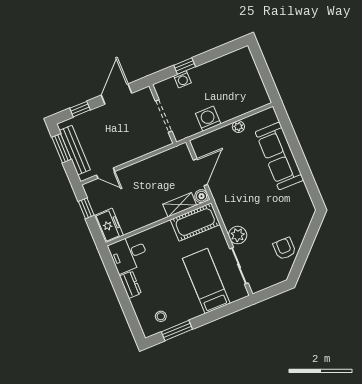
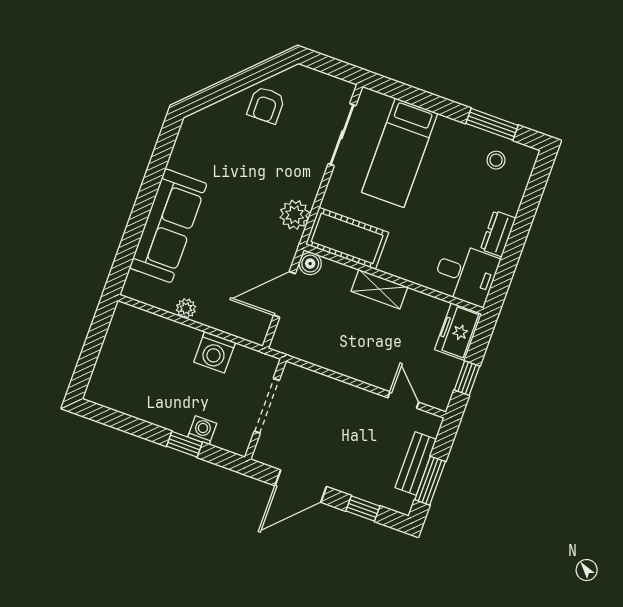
bench: (75, 150) -> (416, 463), width x0.73
shelving: (180, 205) -> (379, 289), moved
plant: (238, 235) -> (295, 215), moved

